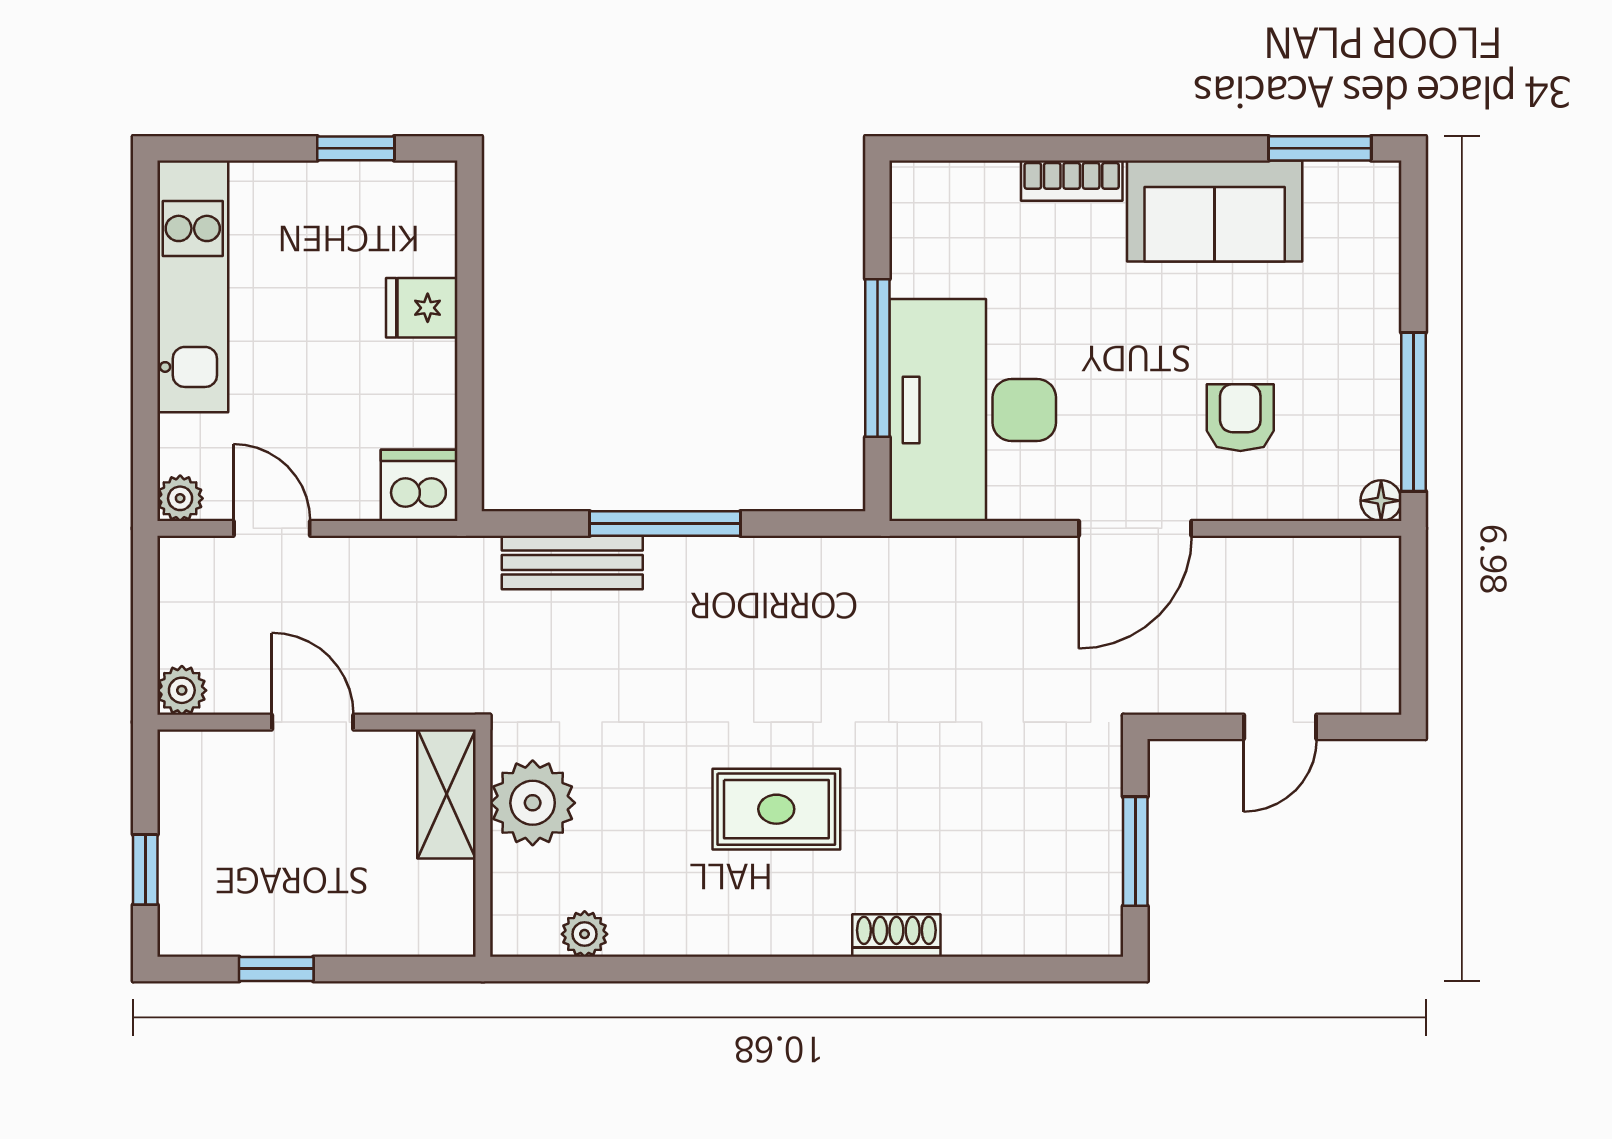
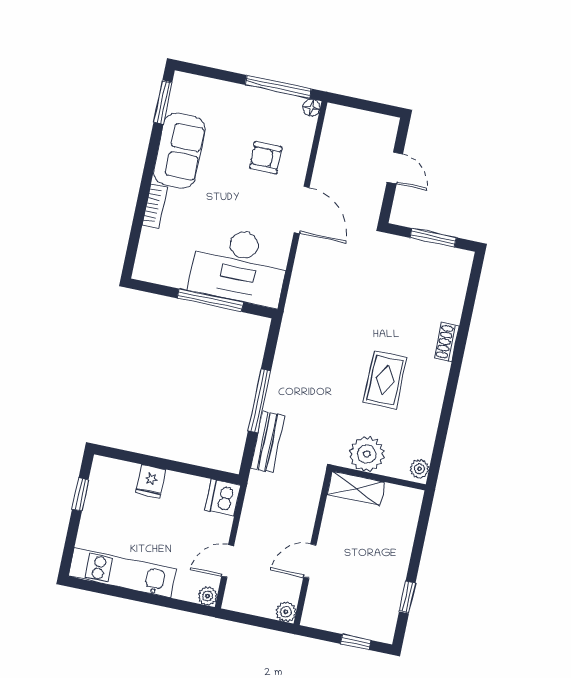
shelving: (446, 794) -> (356, 488), moved
plant: (533, 803) -> (367, 454), moved
wall: (483, 843) -> (379, 478), moved

